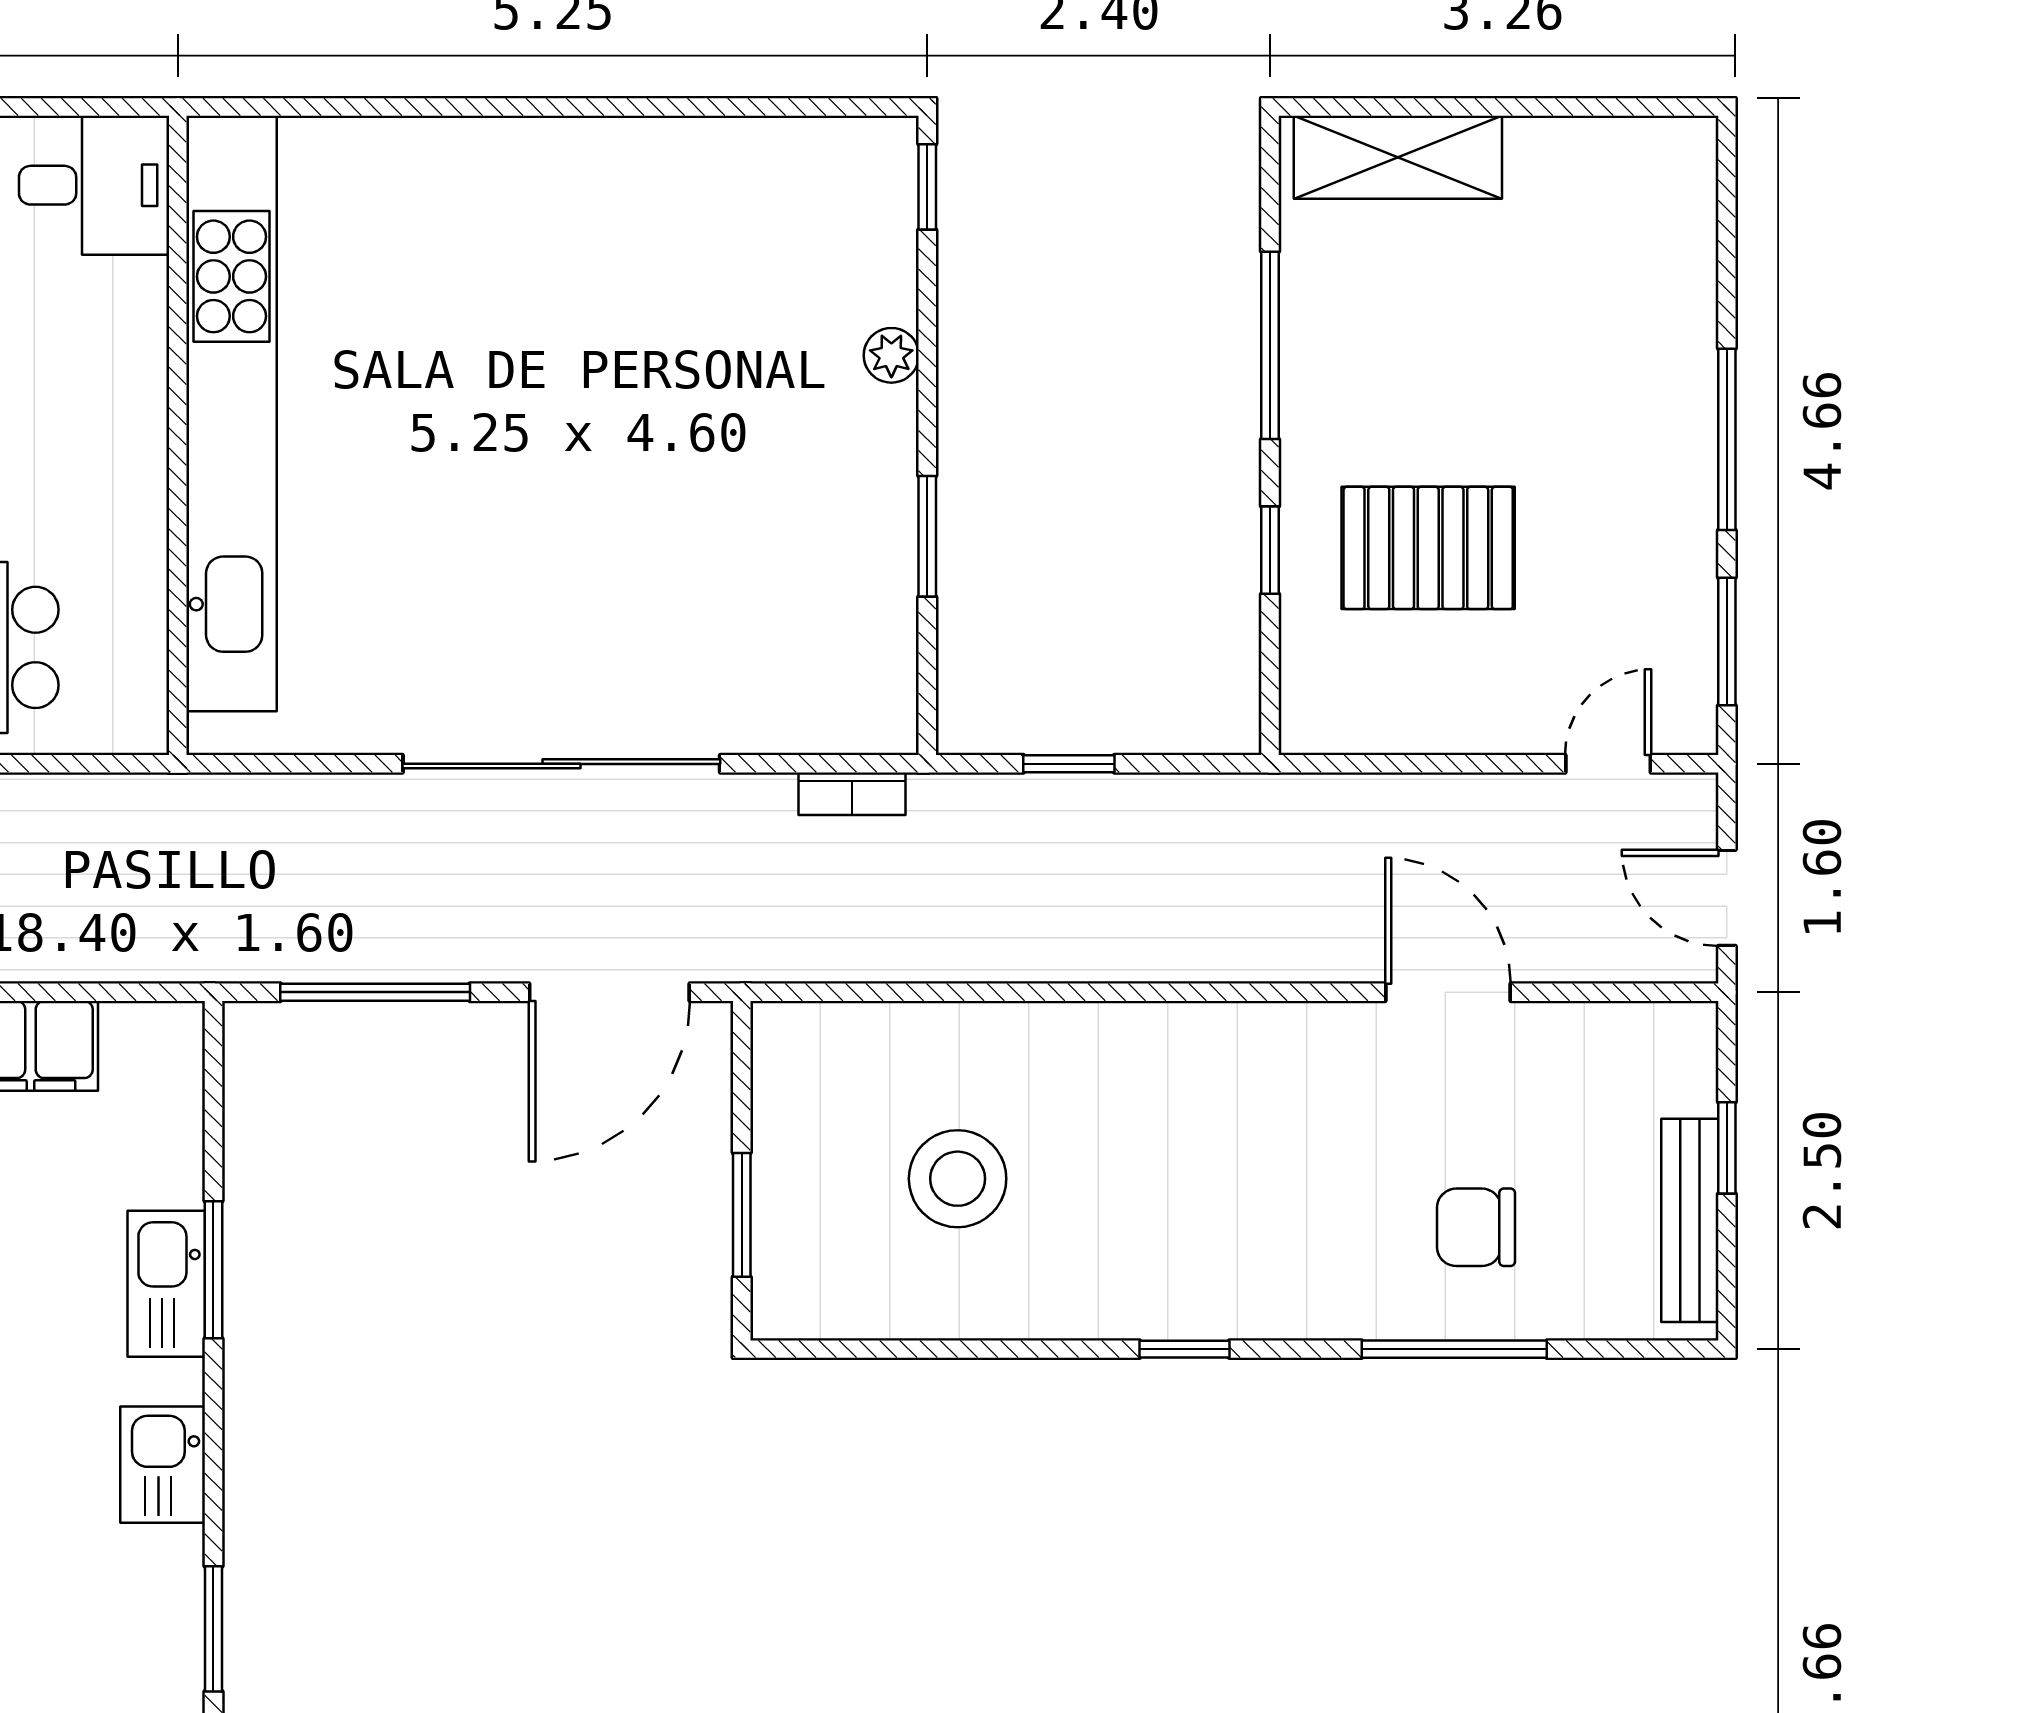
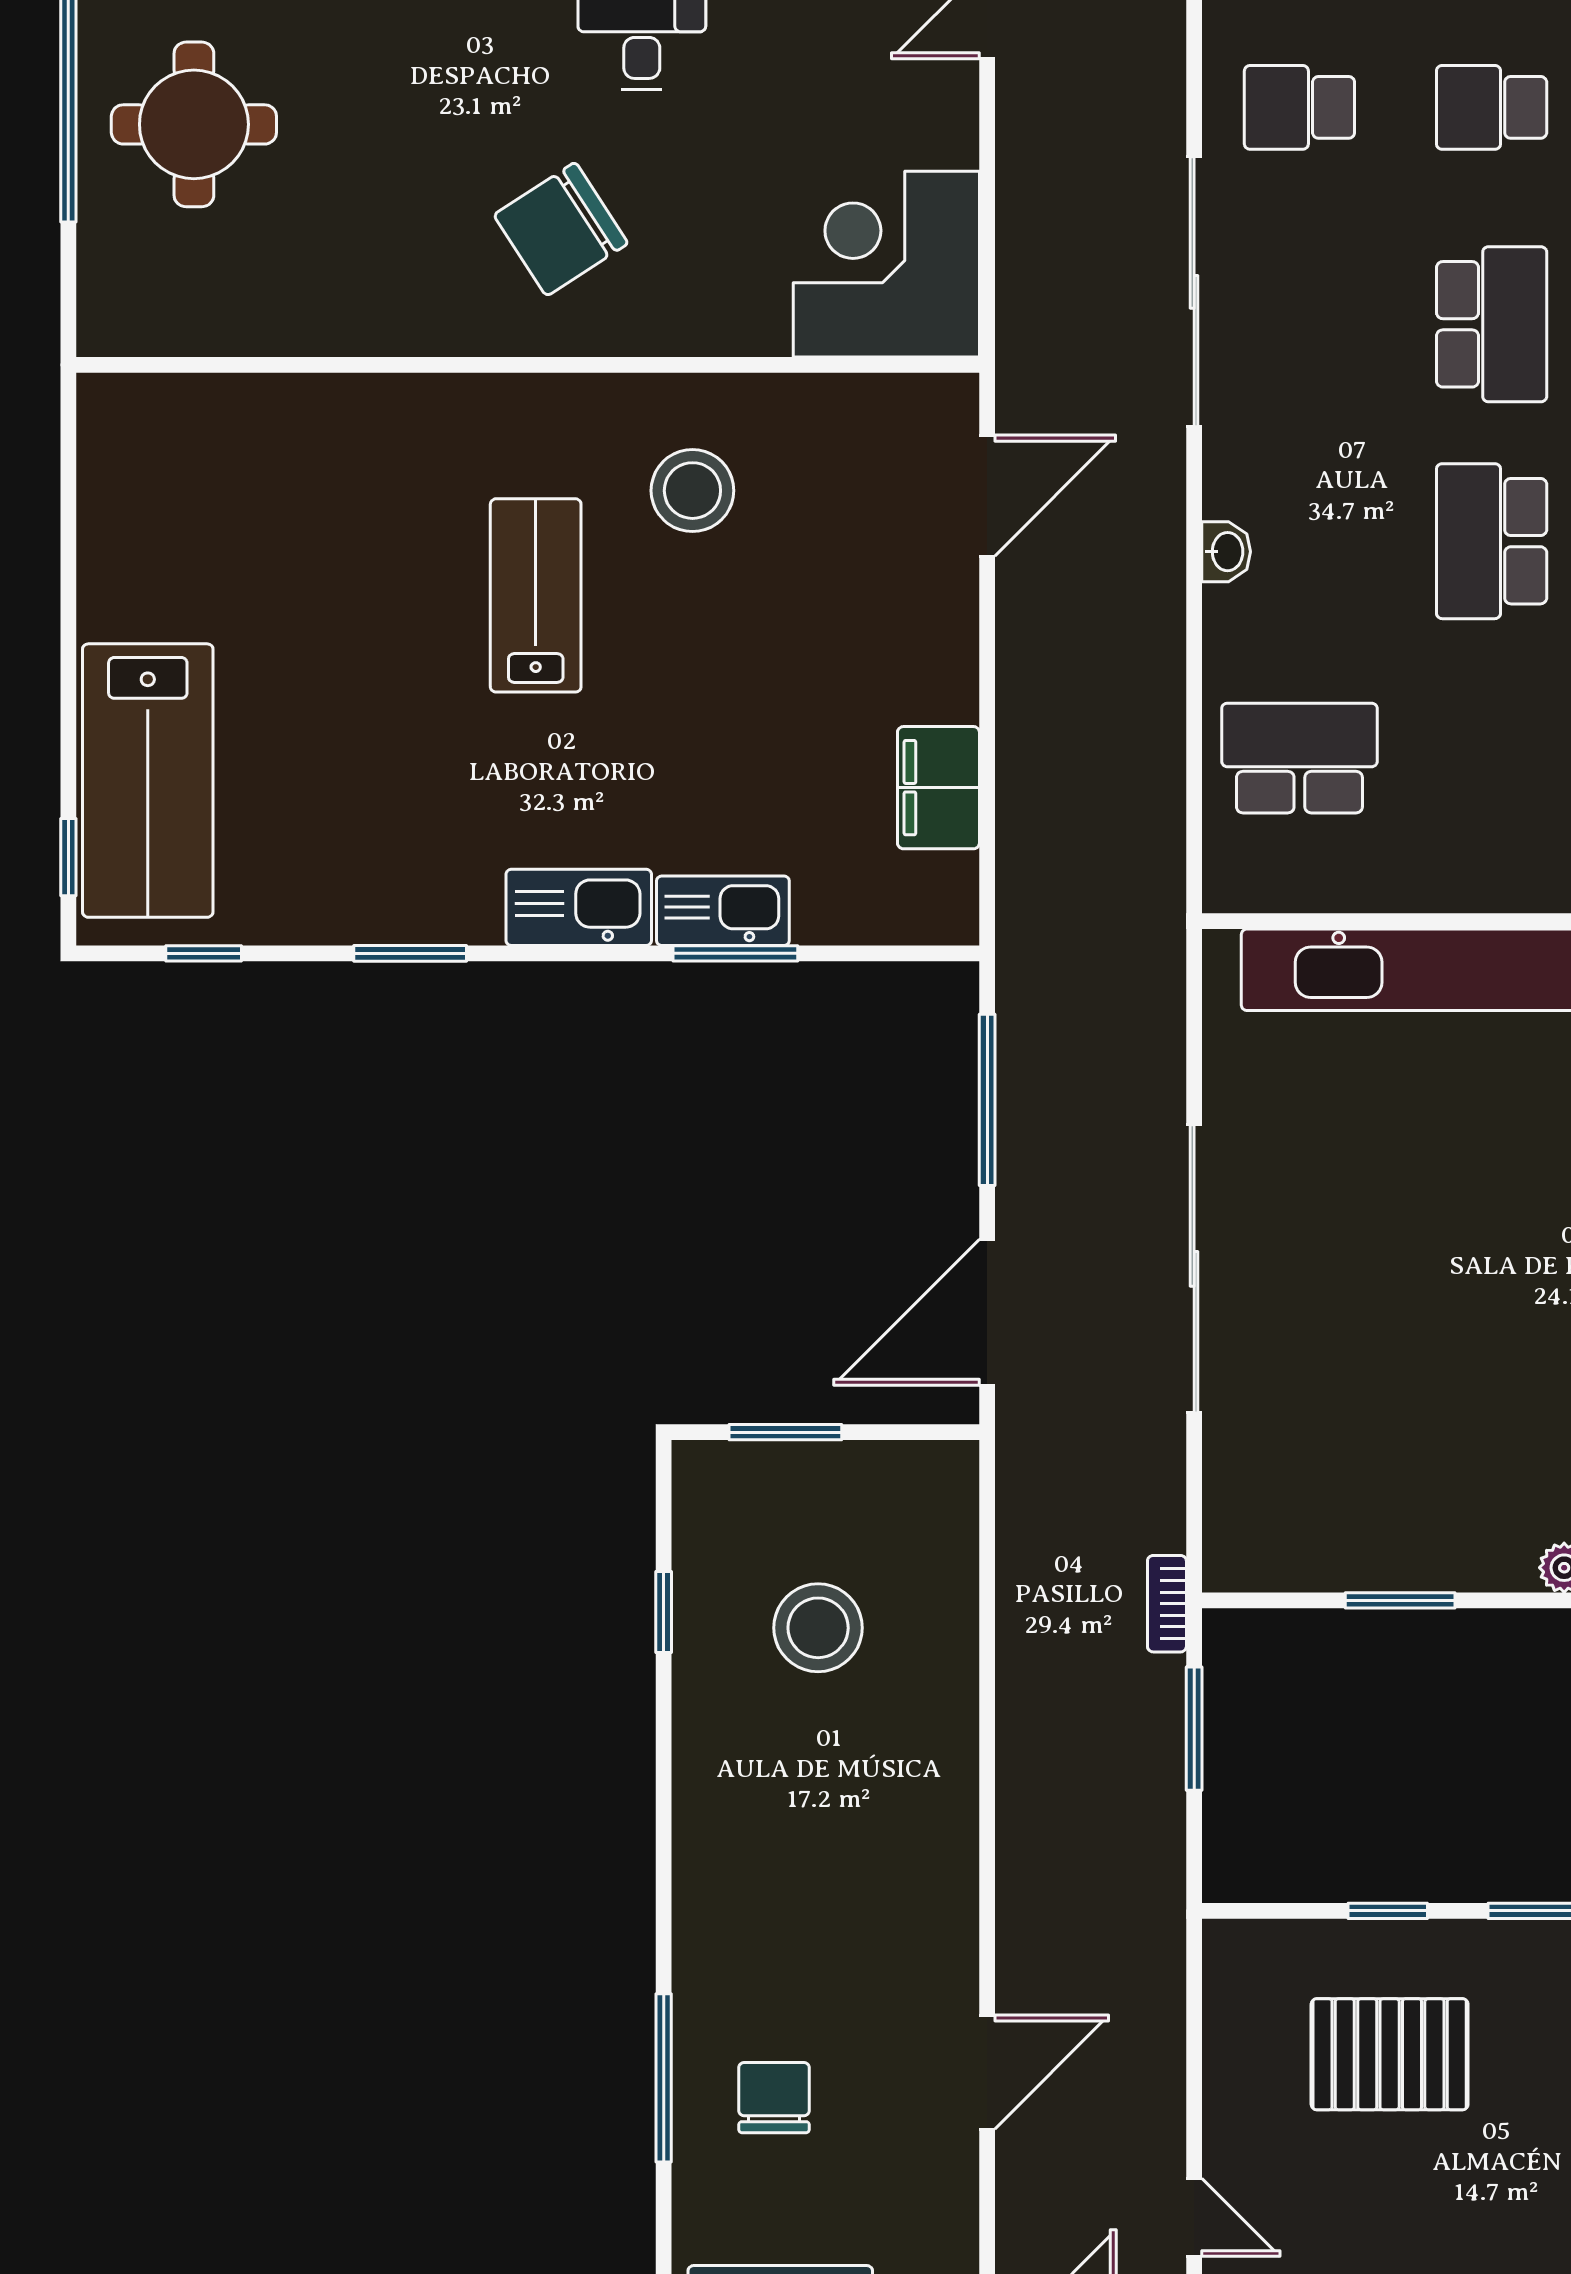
pallet: (1428, 548) -> (1390, 2054), turned 90
window: (1069, 764) -> (1194, 1729), width x1.50
bookcase: (852, 794) -> (1167, 1604), moved
door: (609, 992) -> (987, 1312), hinge flipped
window: (1184, 1349) -> (664, 1612), moved
kitchen sink: (163, 1465) -> (579, 907), width x1.38

